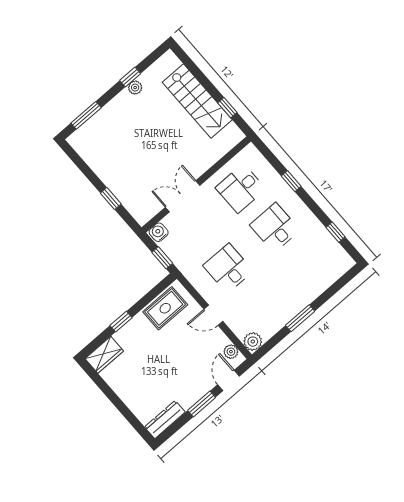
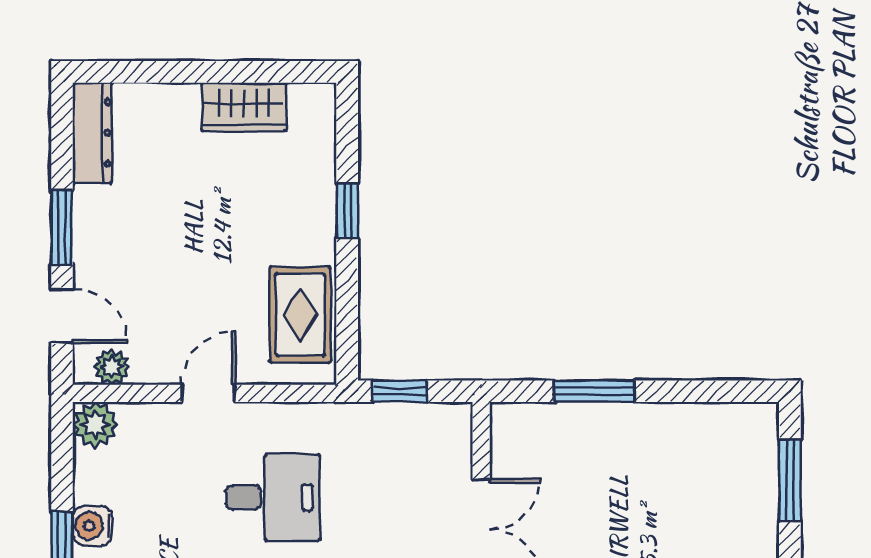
window: (111, 198) -> (594, 391), width x1.50
water cooler: (159, 232) -> (92, 526), moved, turned 180
wardrobe: (104, 355) -> (244, 107), moved, turned -90

